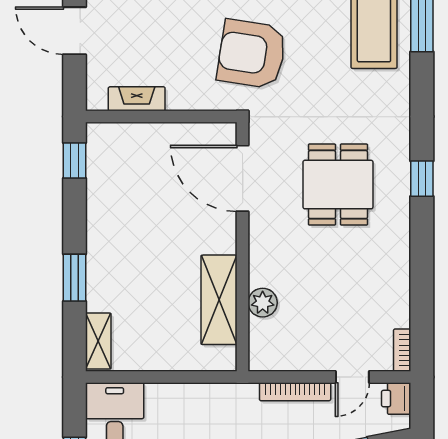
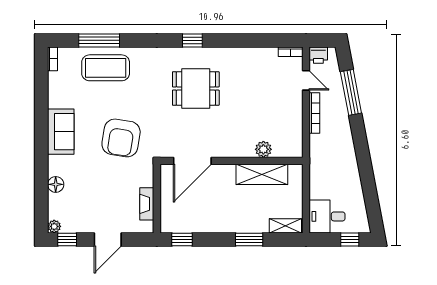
door: (243, 178) -> (192, 161), moved
wall: (243, 247) -> (231, 161), moved
shelving: (219, 300) -> (262, 174), moved
plant: (263, 303) -> (263, 149), moved

